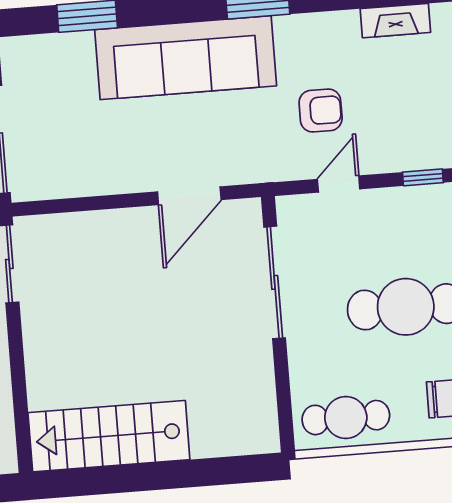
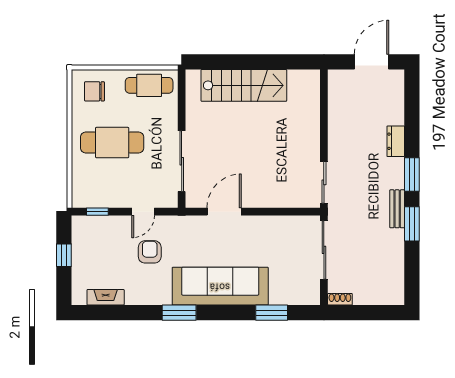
armchair: (321, 111) -> (150, 252), turned 90
stairs: (109, 436) -> (244, 85), moved

